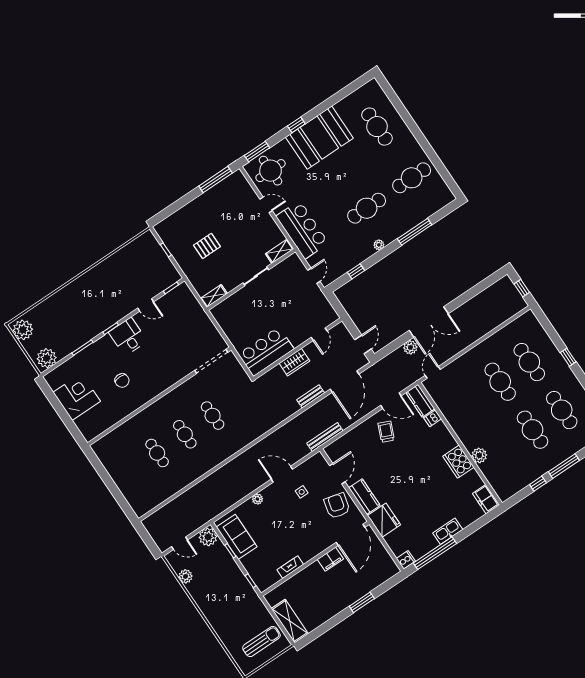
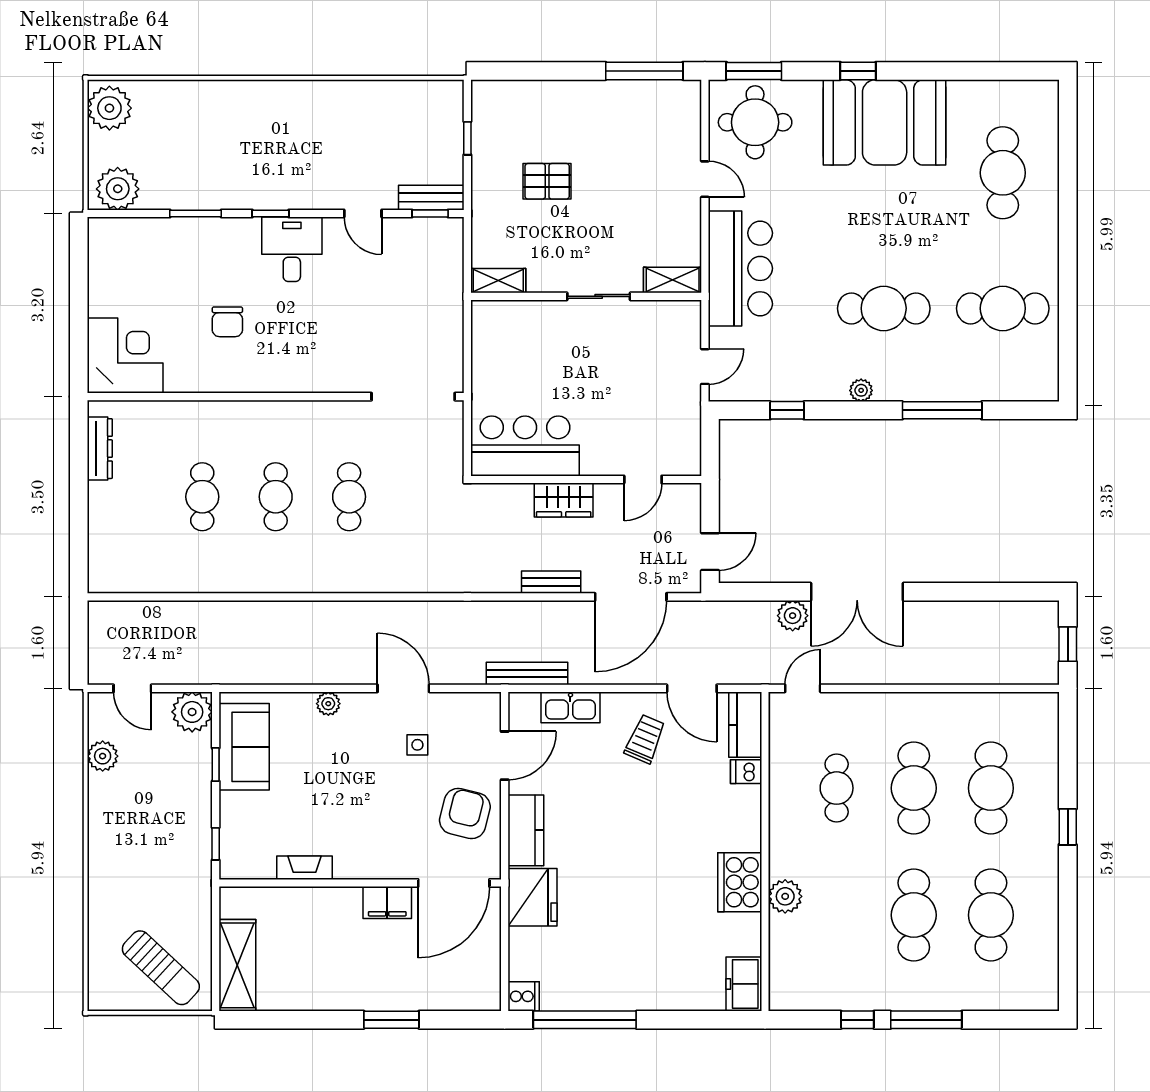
bench: (167, 282) -> (431, 198), added
corner desk: (77, 397) -> (125, 355), moved
cafe table: (471, 401) -> (837, 788), added
dresser: (106, 461) -> (100, 449), added
kitchen sink: (448, 531) -> (570, 707), moved, turned 180
sun lounger: (261, 642) -> (161, 968), turned 43

